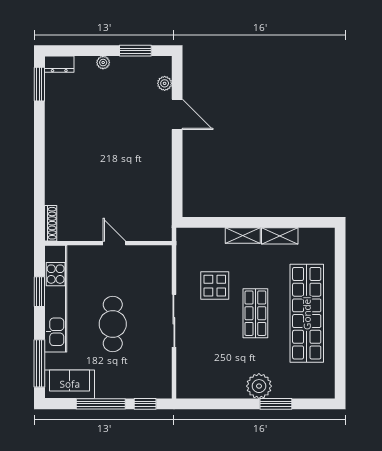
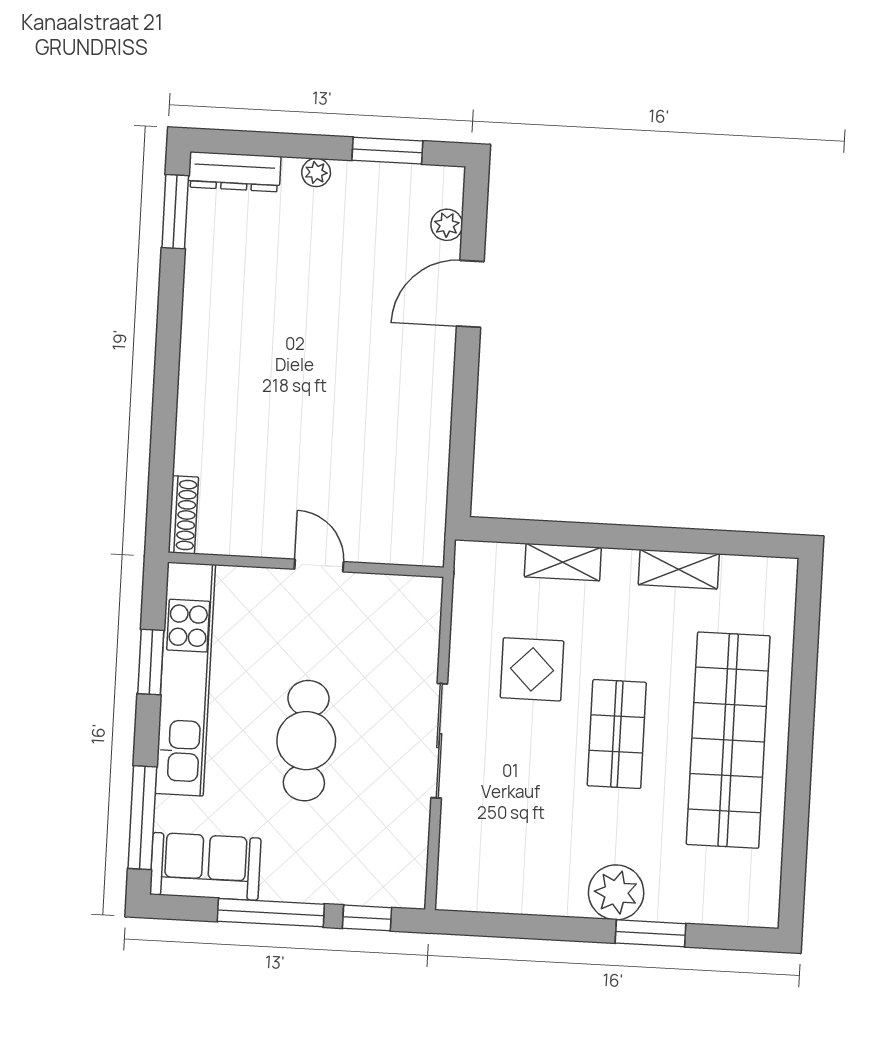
dresser: (59, 64) -> (234, 172), width x1.44
door: (177, 114) -> (470, 294), swing flipped
shelving: (243, 236) -> (563, 562), moved

